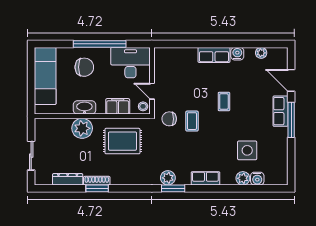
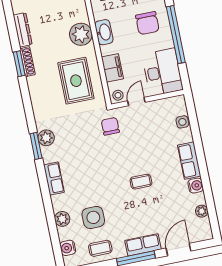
side table: (178, 54) -> (182, 122), added
coffee table: (192, 121) -> (100, 248), moved
water cooler: (257, 179) -> (68, 248), moved

